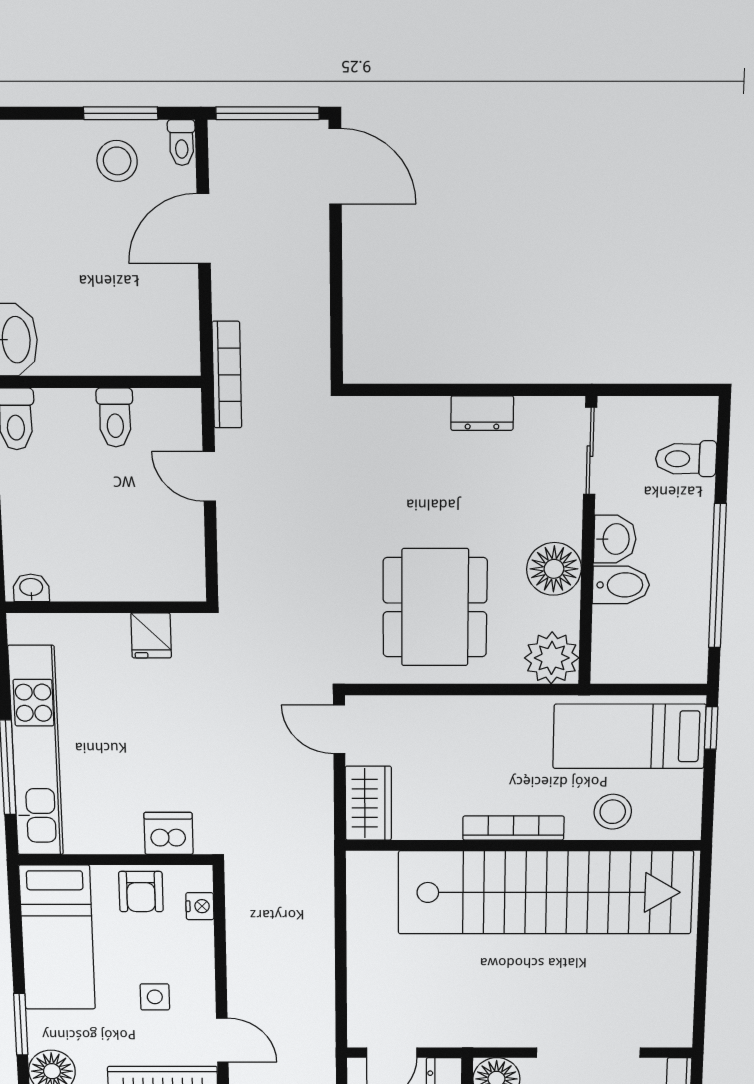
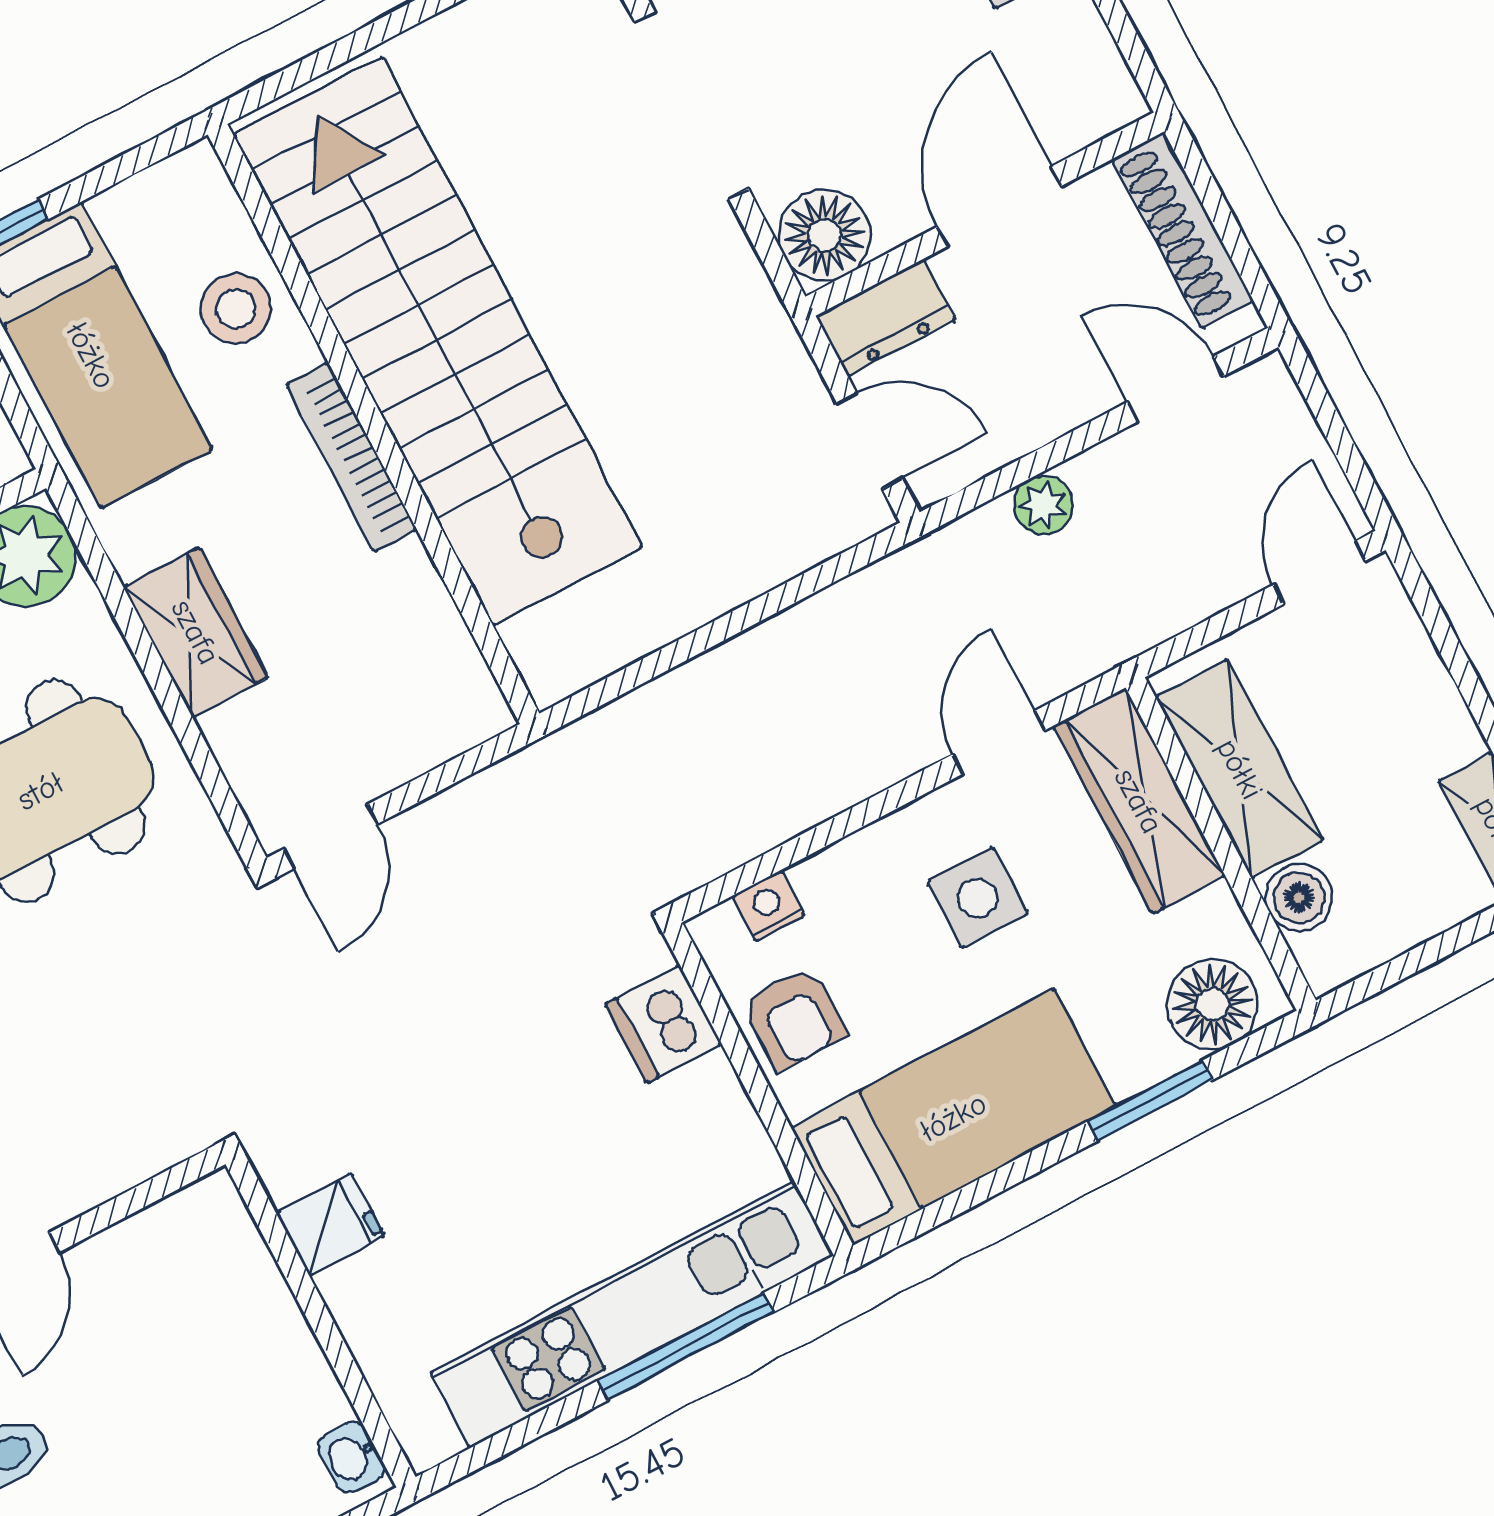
wardrobe: (368, 803) -> (196, 632), moved, turned 90
armchair: (141, 892) -> (794, 1018), turned 90
side table: (155, 997) -> (978, 898), width x1.37, depth x1.37

